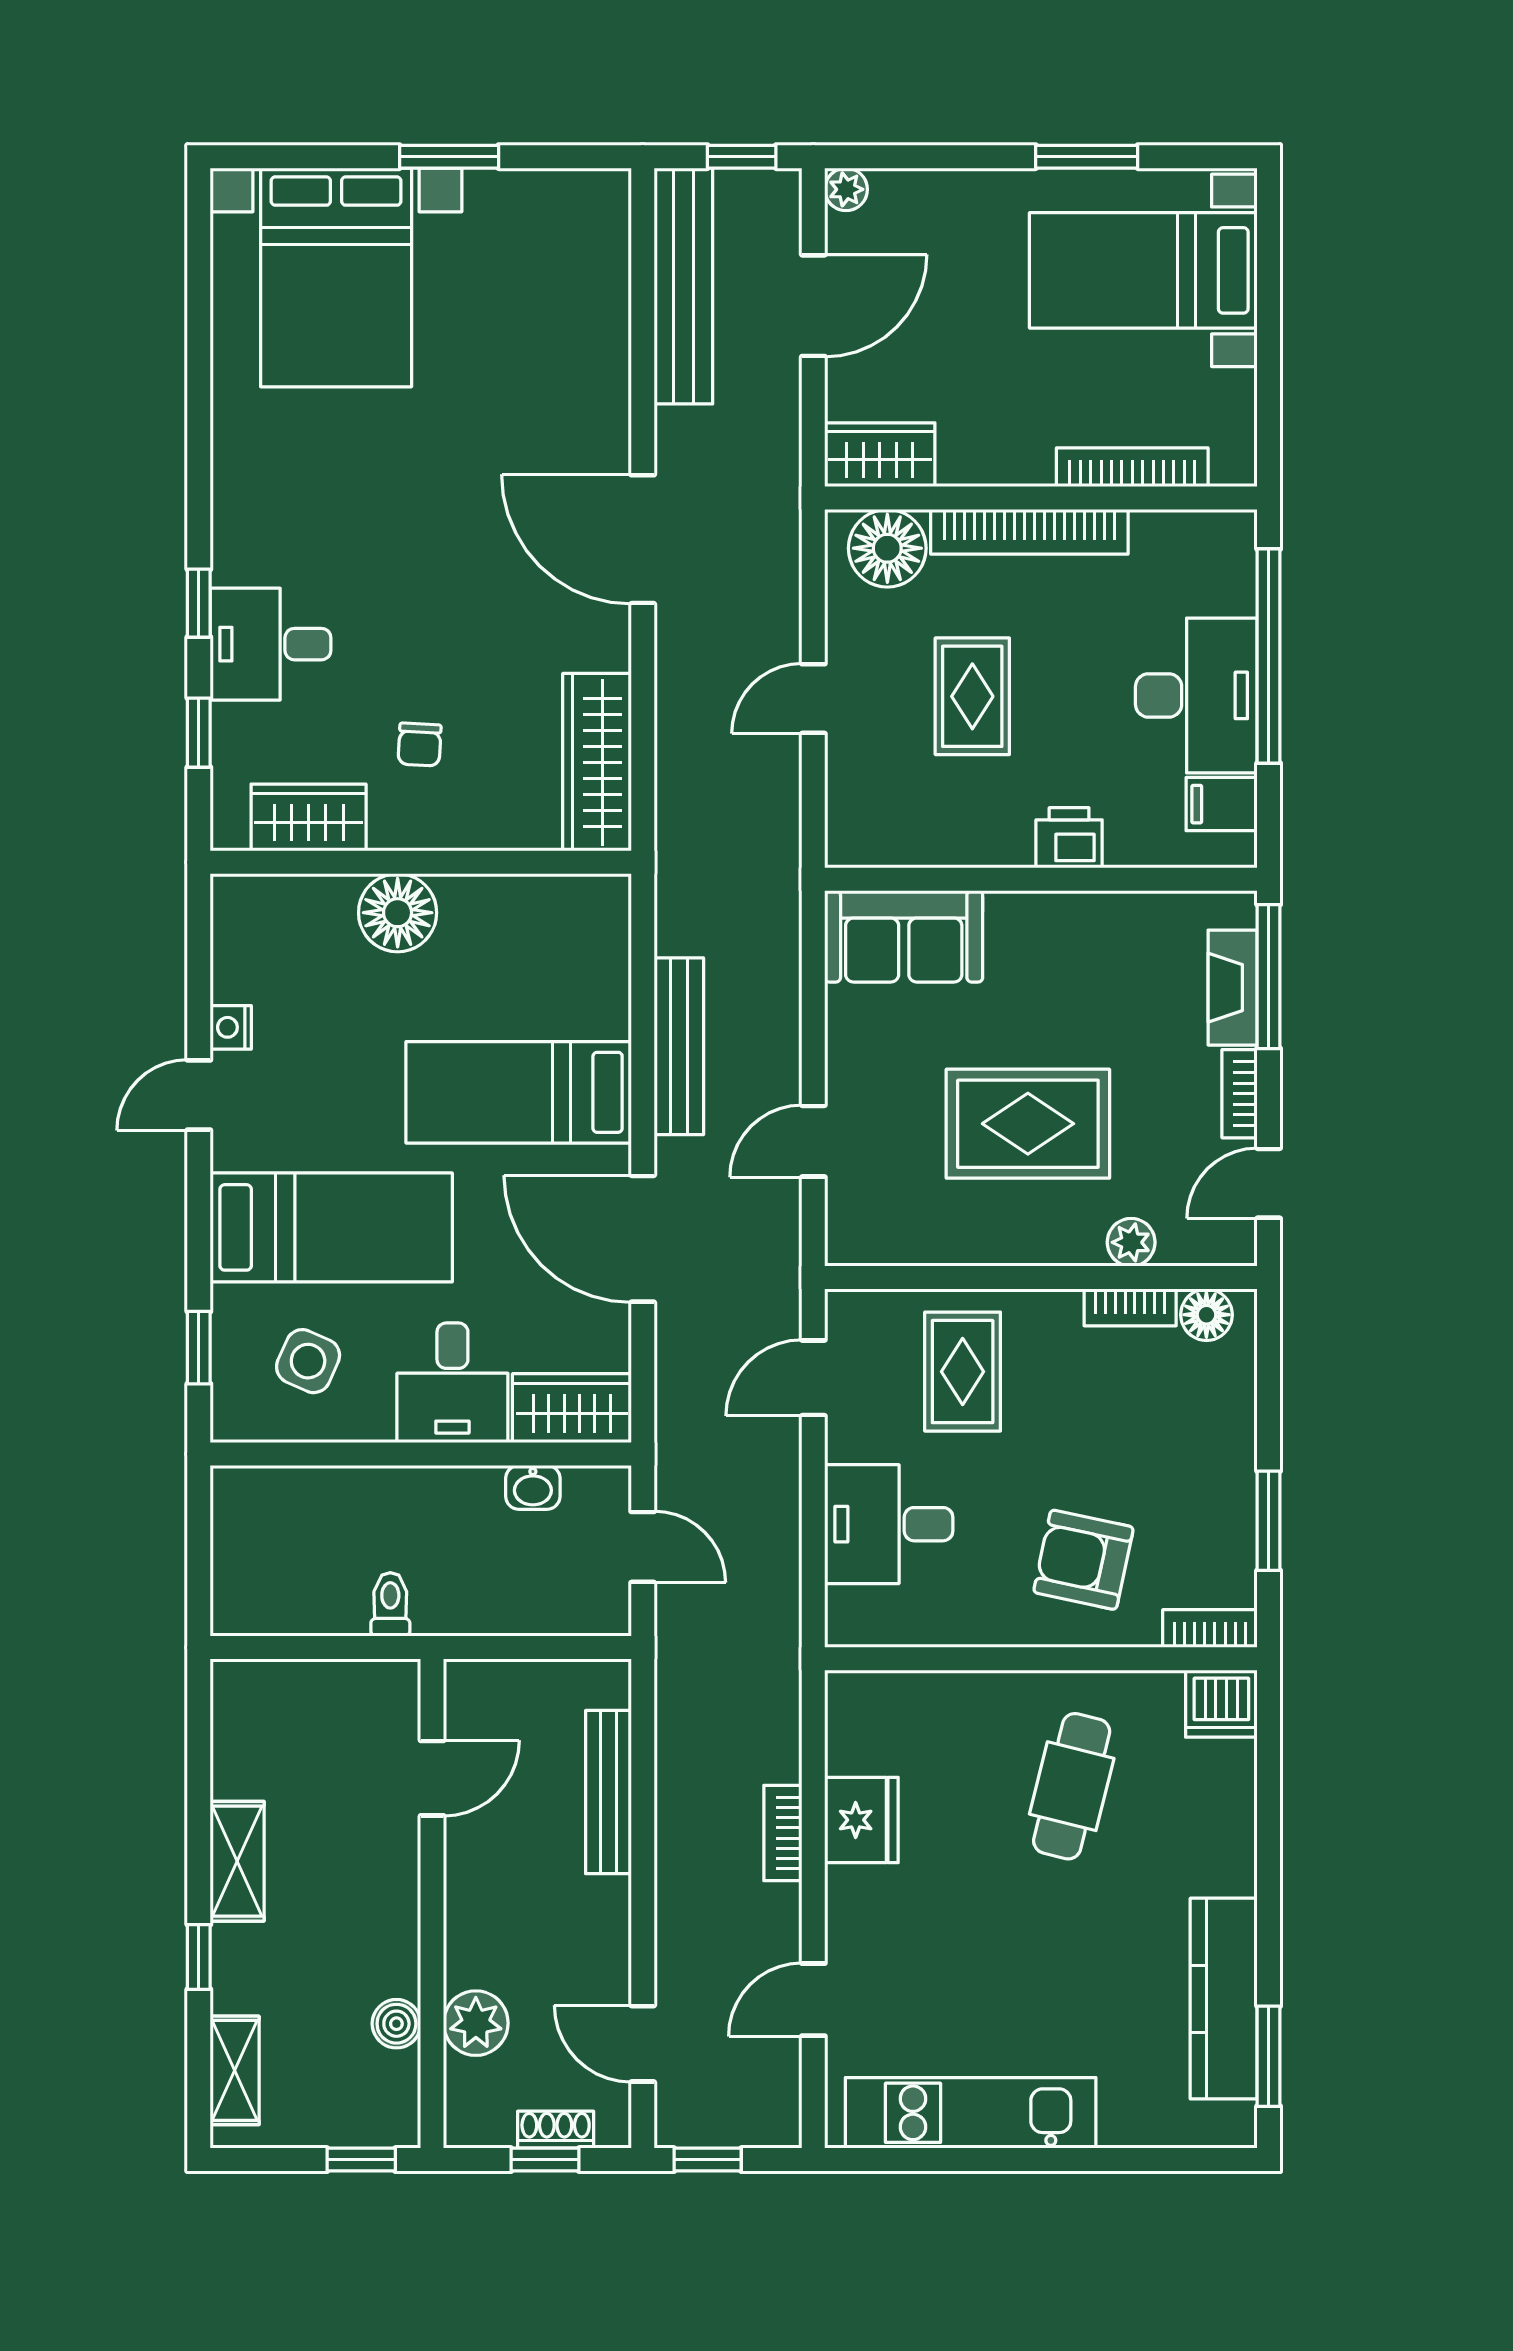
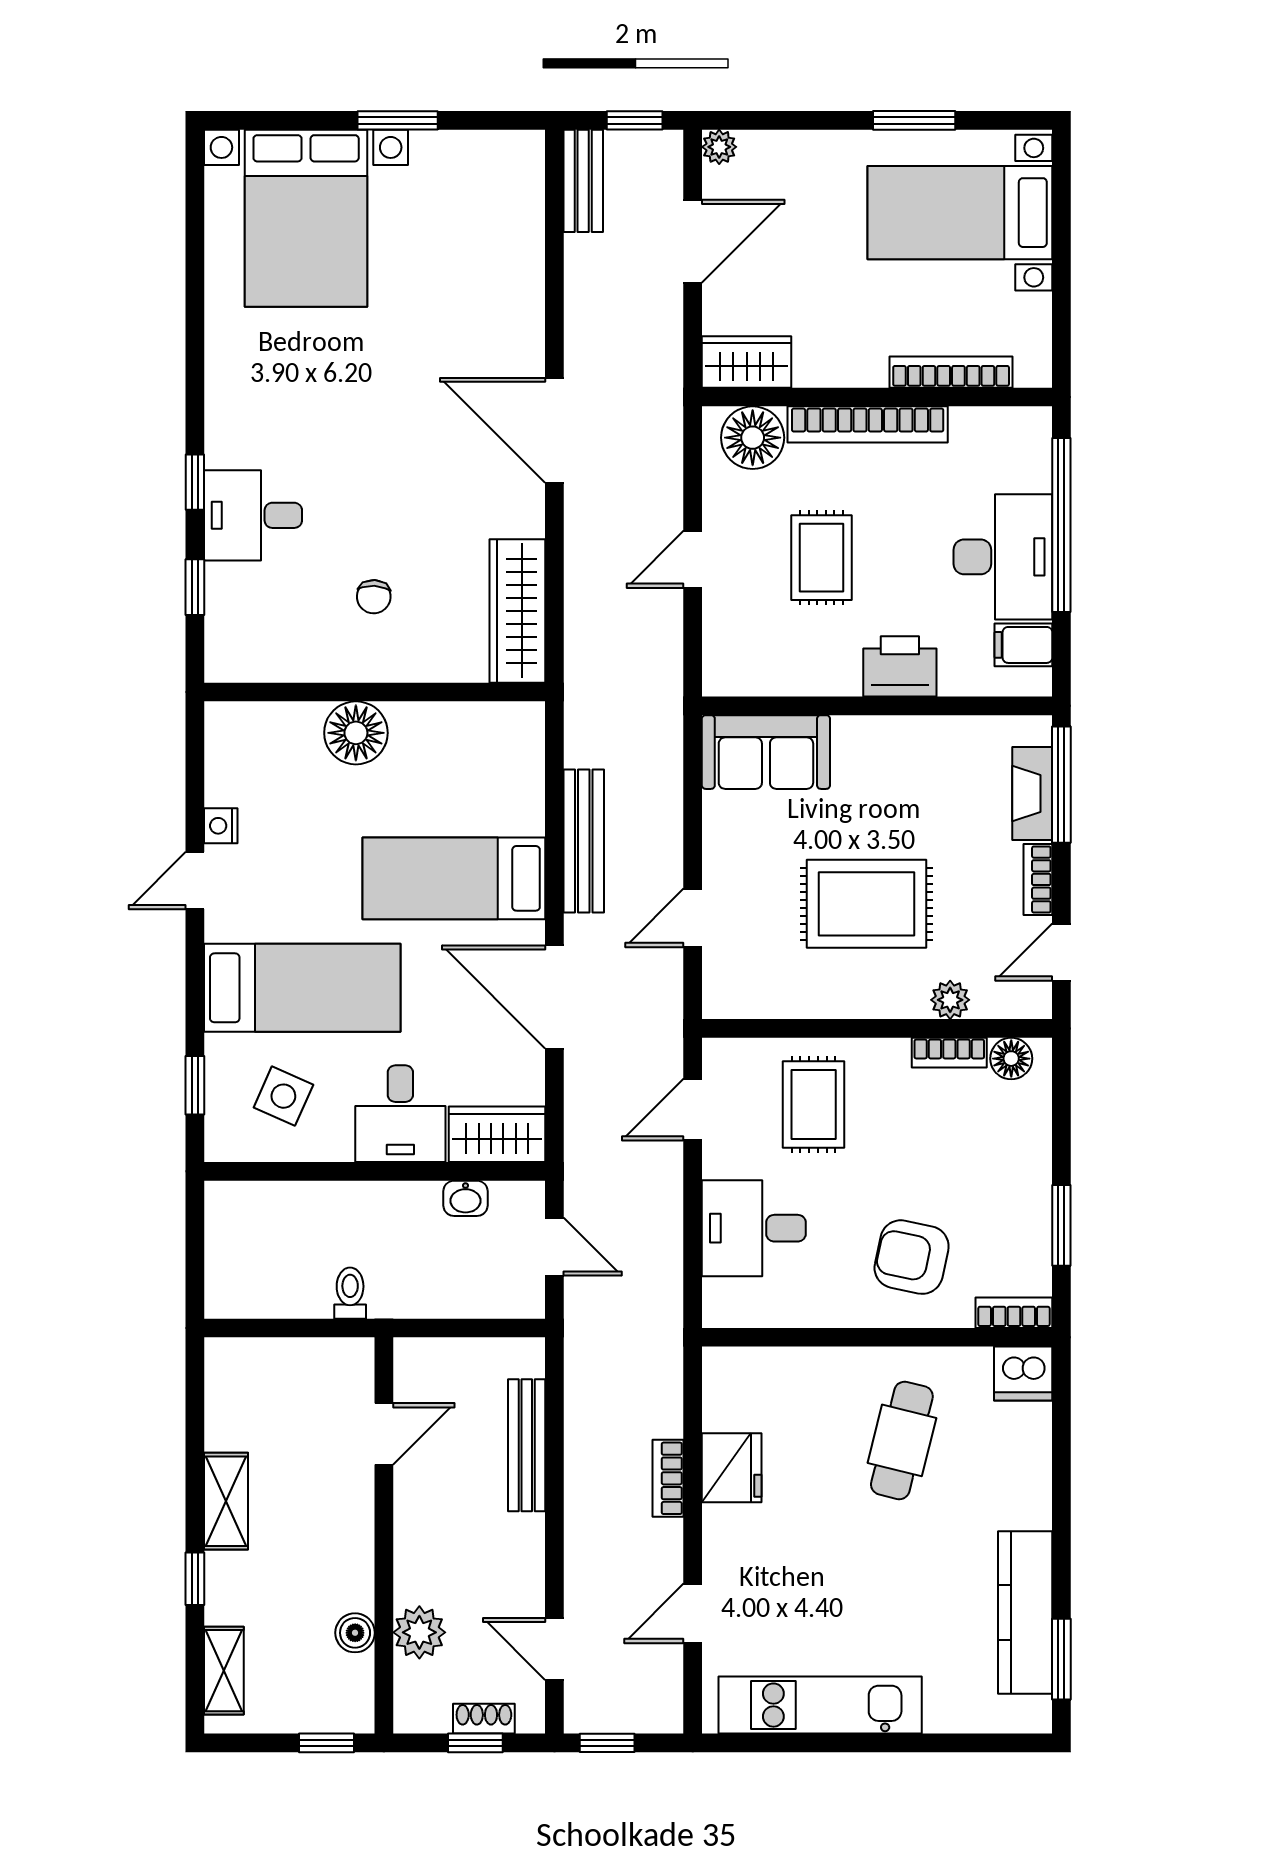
bench: (683, 286) -> (583, 181), width x0.54, depth x0.82
wardrobe: (309, 817) -> (284, 656), removed
printer: (1069, 838) -> (900, 666), width x1.36, depth x1.24

